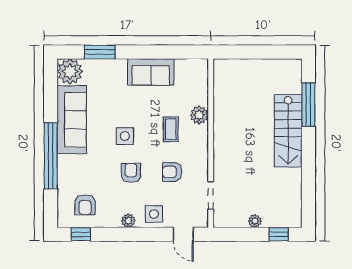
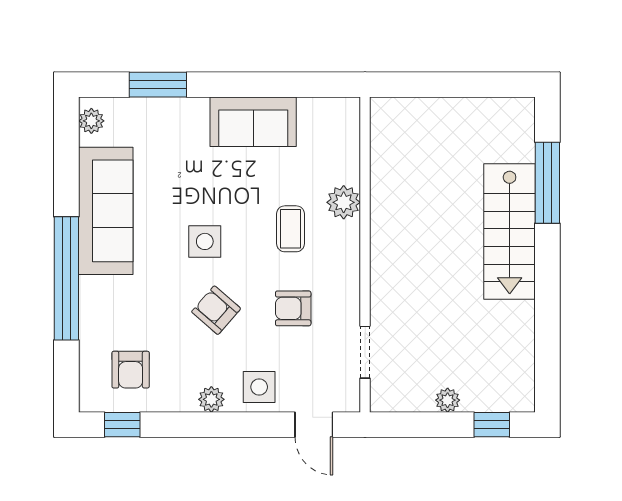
plant: (70, 71) -> (91, 121), width x0.53, depth x0.53
armchair: (131, 173) -> (216, 310), turned -49

